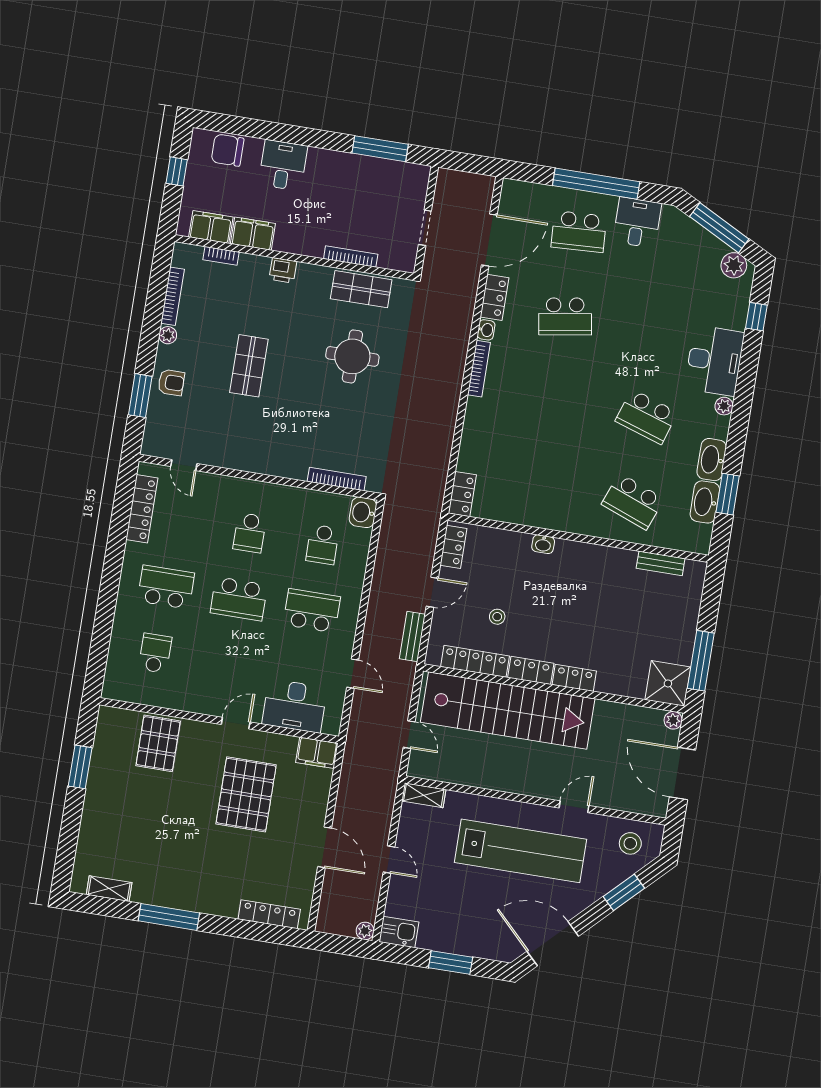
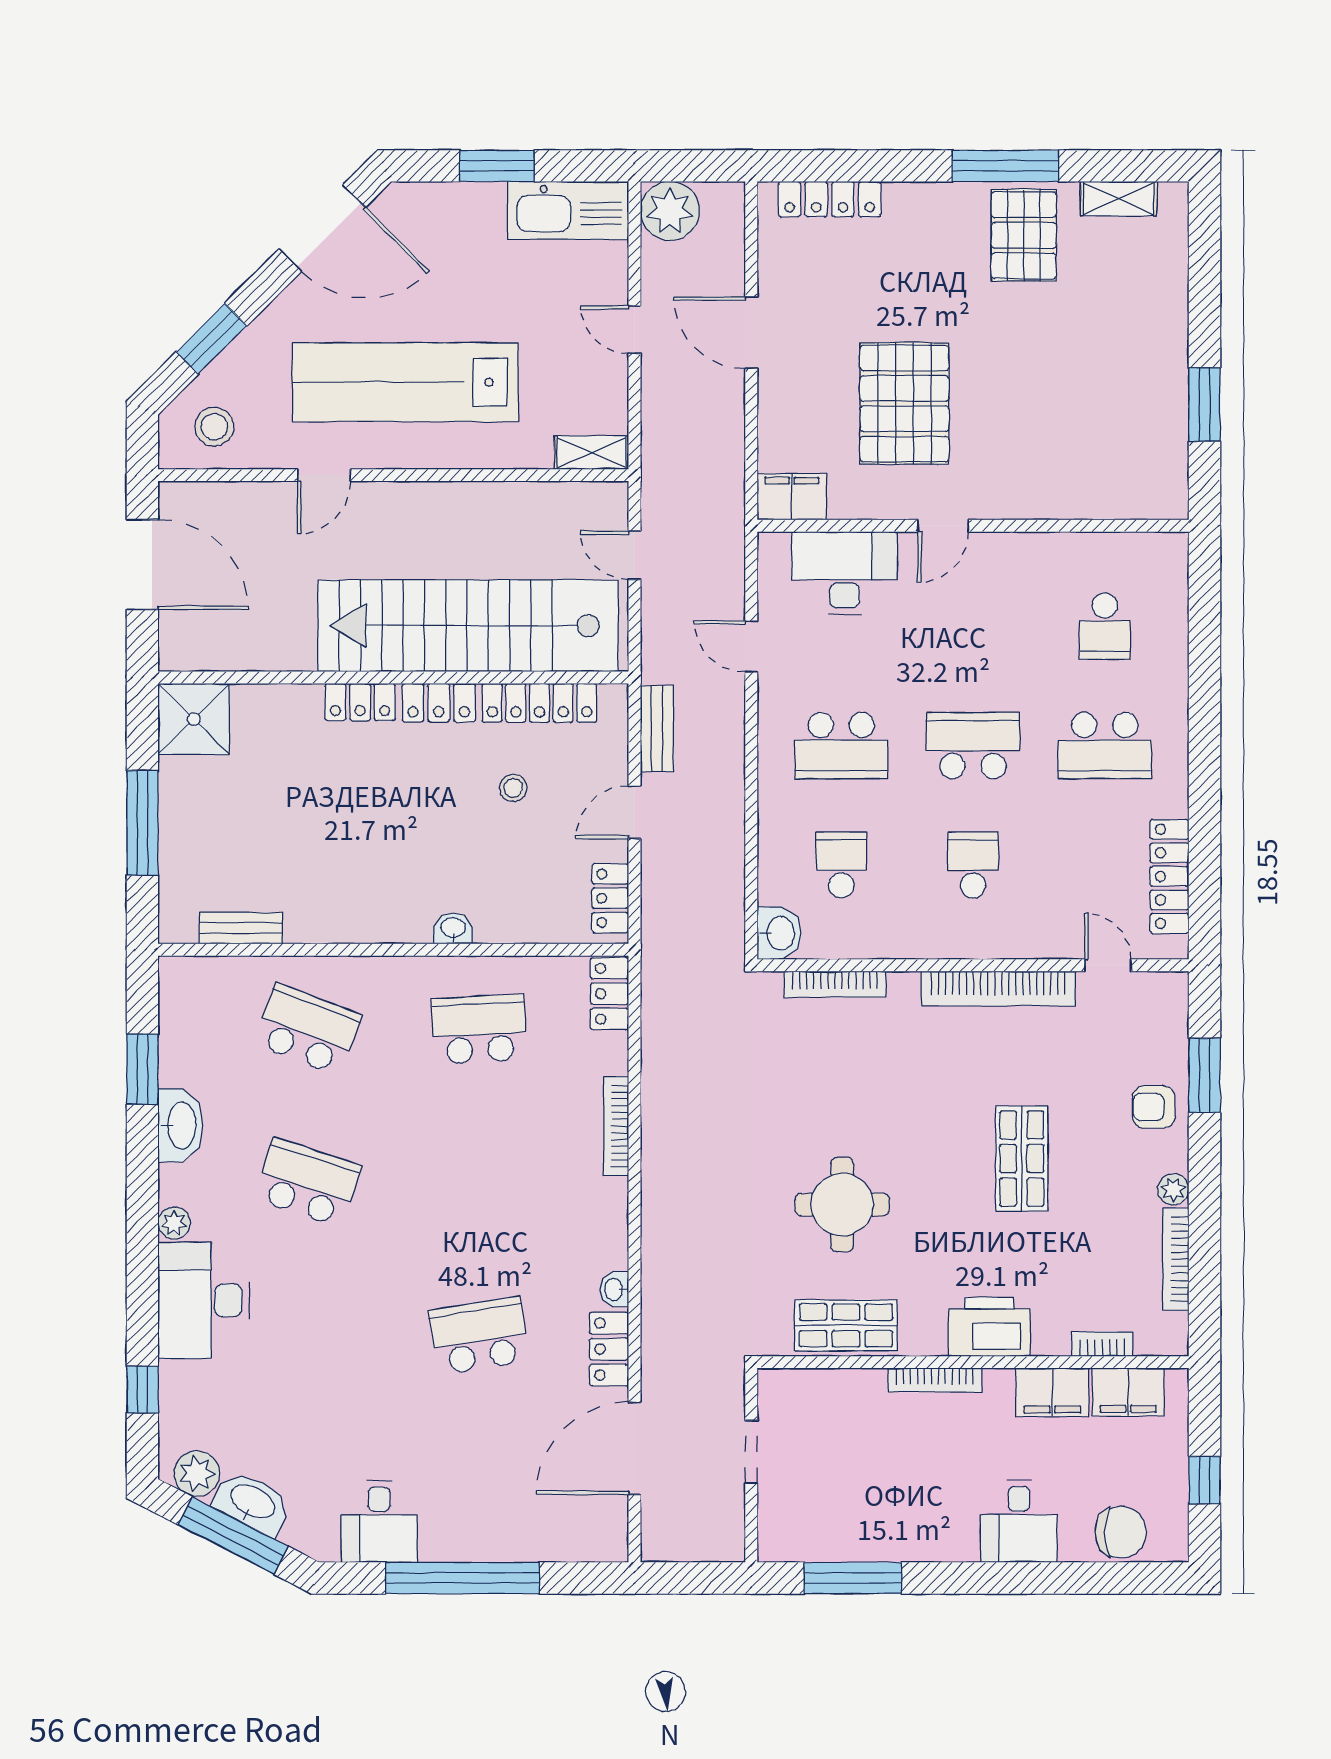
school desk: (579, 232) -> (479, 1029), moved
bookcase: (351, 256) -> (935, 1380), moved
printer: (283, 270) -> (989, 1327), width x1.87, depth x1.48
bookcase: (479, 369) -> (616, 1126), moved
bookcase: (247, 462) -> (998, 989), added
washbasin: (705, 502) -> (252, 1503), moved, turned -63
window: (701, 661) -> (142, 823), moved
plant: (673, 720) -> (174, 656), removed
pallet: (158, 743) -> (1024, 235), moved
plant: (365, 931) -> (670, 211), width x1.88, depth x1.88
kitchen sink: (399, 932) -> (568, 211), width x1.88, depth x1.24

